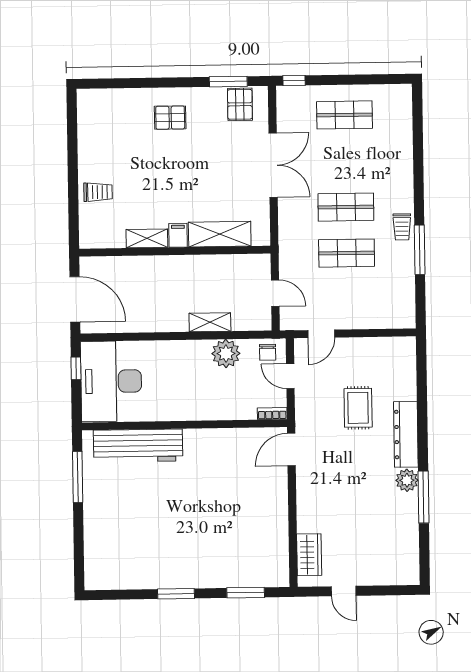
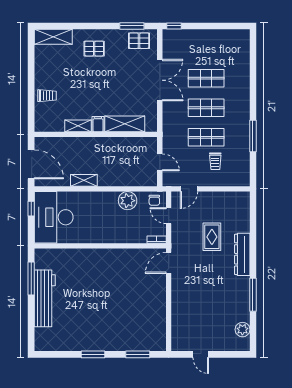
shelving: (106, 100) -> (53, 37), added
pallet: (240, 104) -> (139, 41), turned 90
shop shelf: (344, 115) -> (206, 78), moved
trolley: (402, 227) -> (215, 161), moved
shelving: (210, 322) -> (84, 180), moved
workbench: (138, 446) -> (45, 298), moved, turned -90
plant: (407, 480) -> (242, 330), moved
wardrobe: (309, 555) -> (179, 331), removed

